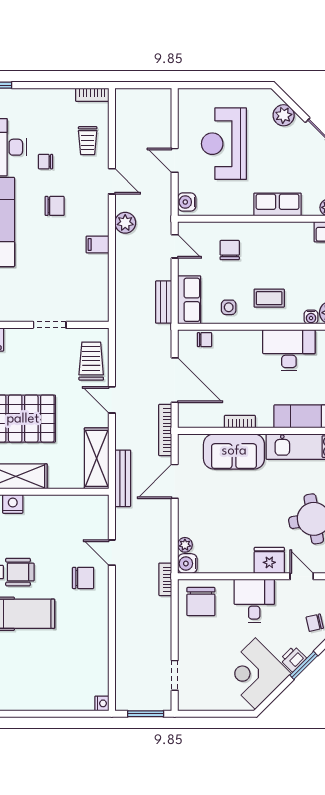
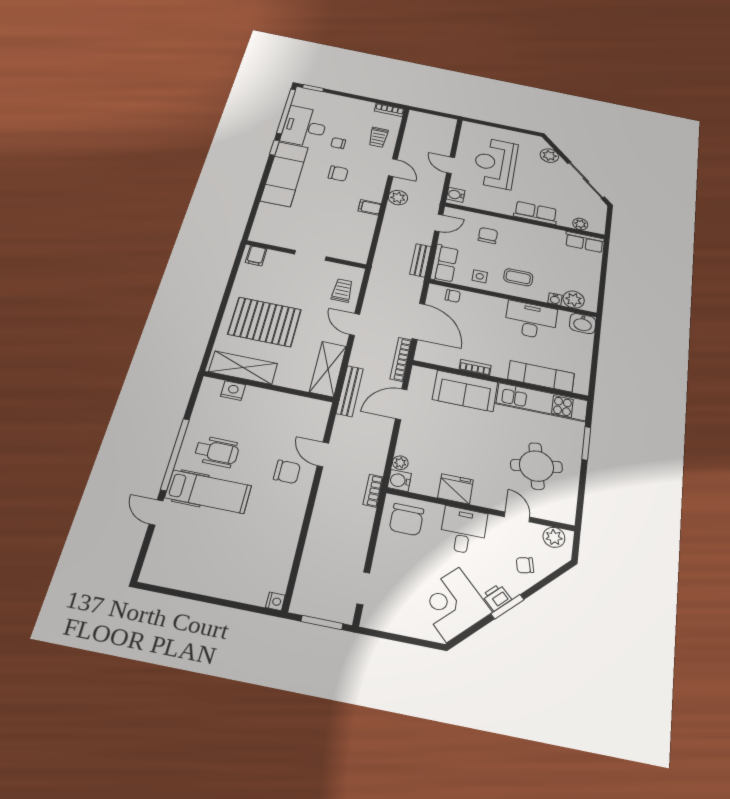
door: (175, 246) -> (439, 223), hinge flipped
trolley: (91, 361) -> (342, 290), width x0.73, depth x0.72
fridge: (269, 560) -> (456, 489), moved

